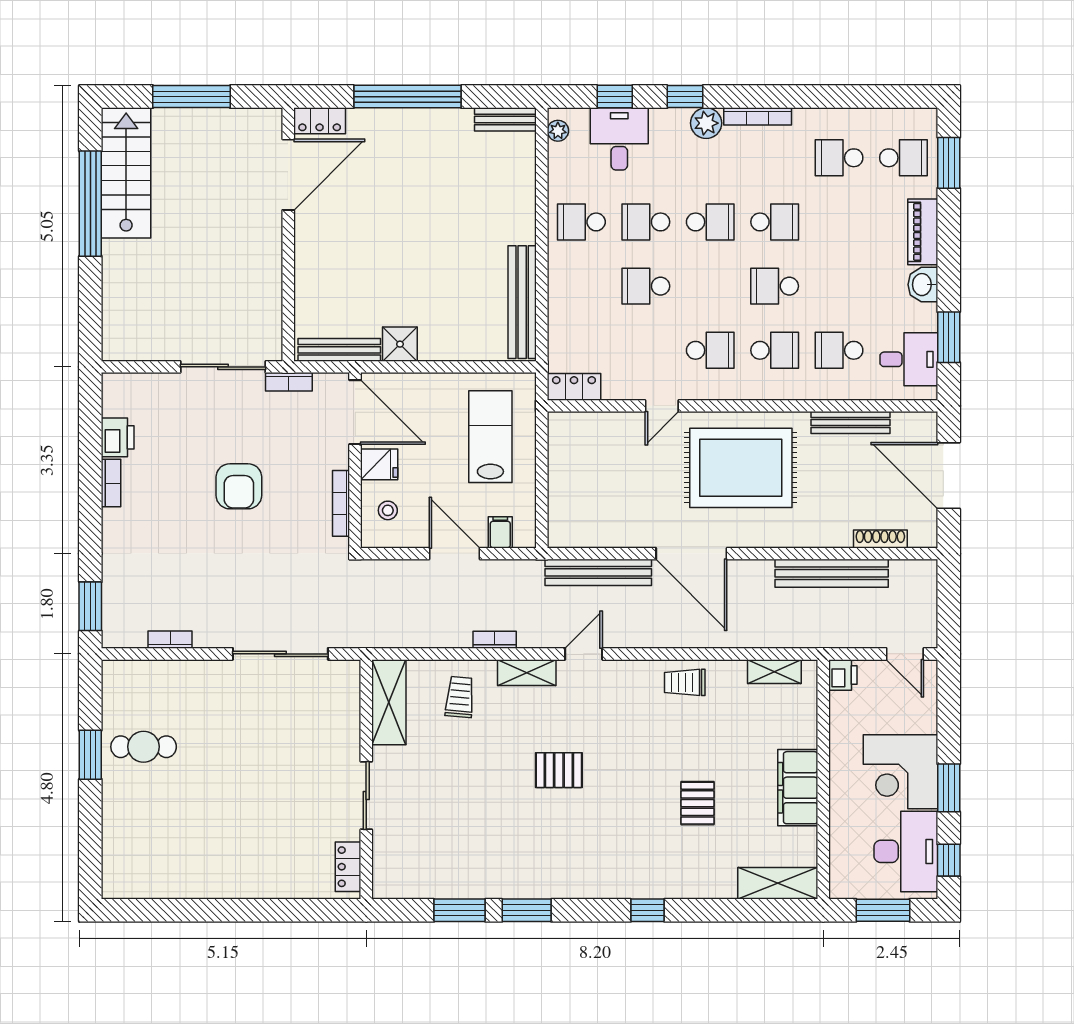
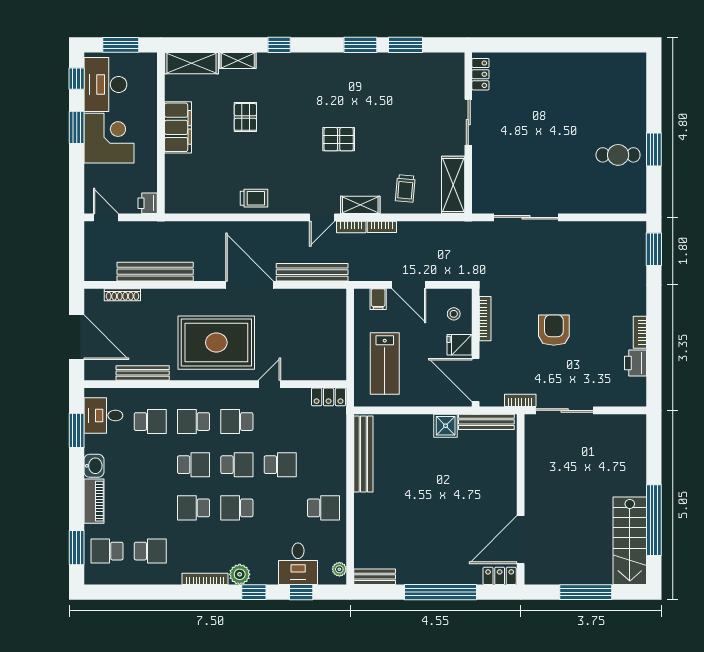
school desk: (646, 222) -> (237, 465), moved
bookcase: (170, 640) -> (351, 227), moved
shelving: (774, 672) -> (238, 60), moved

